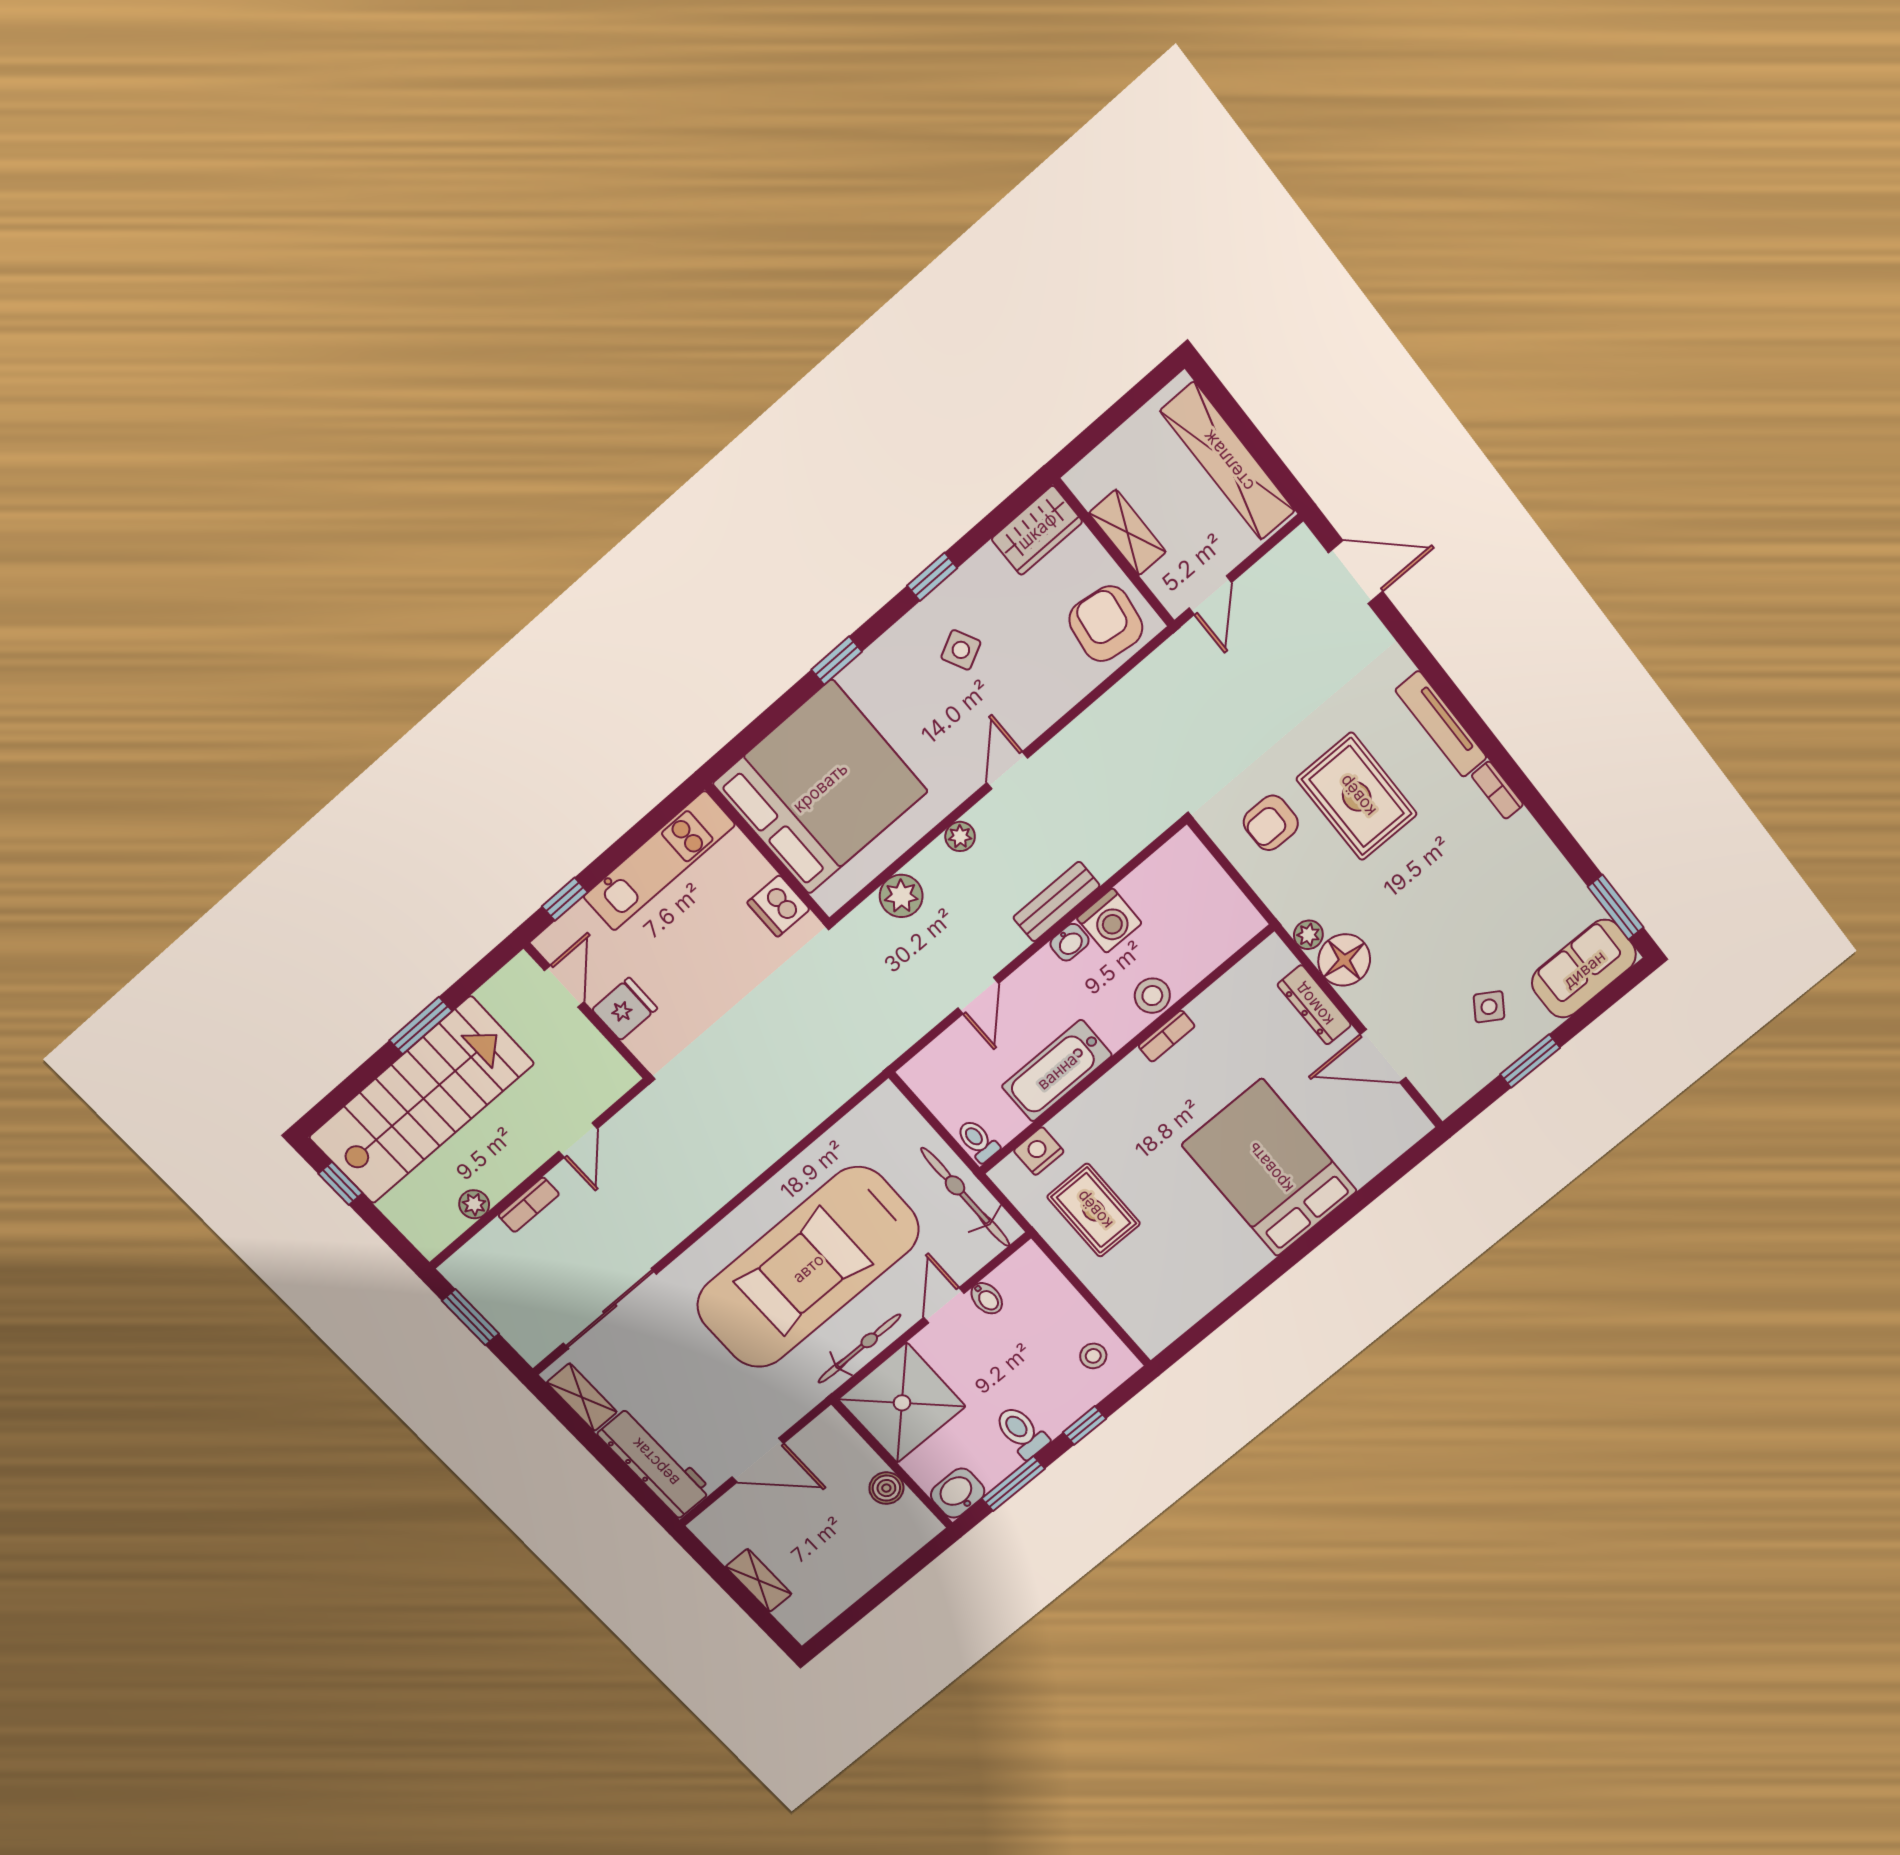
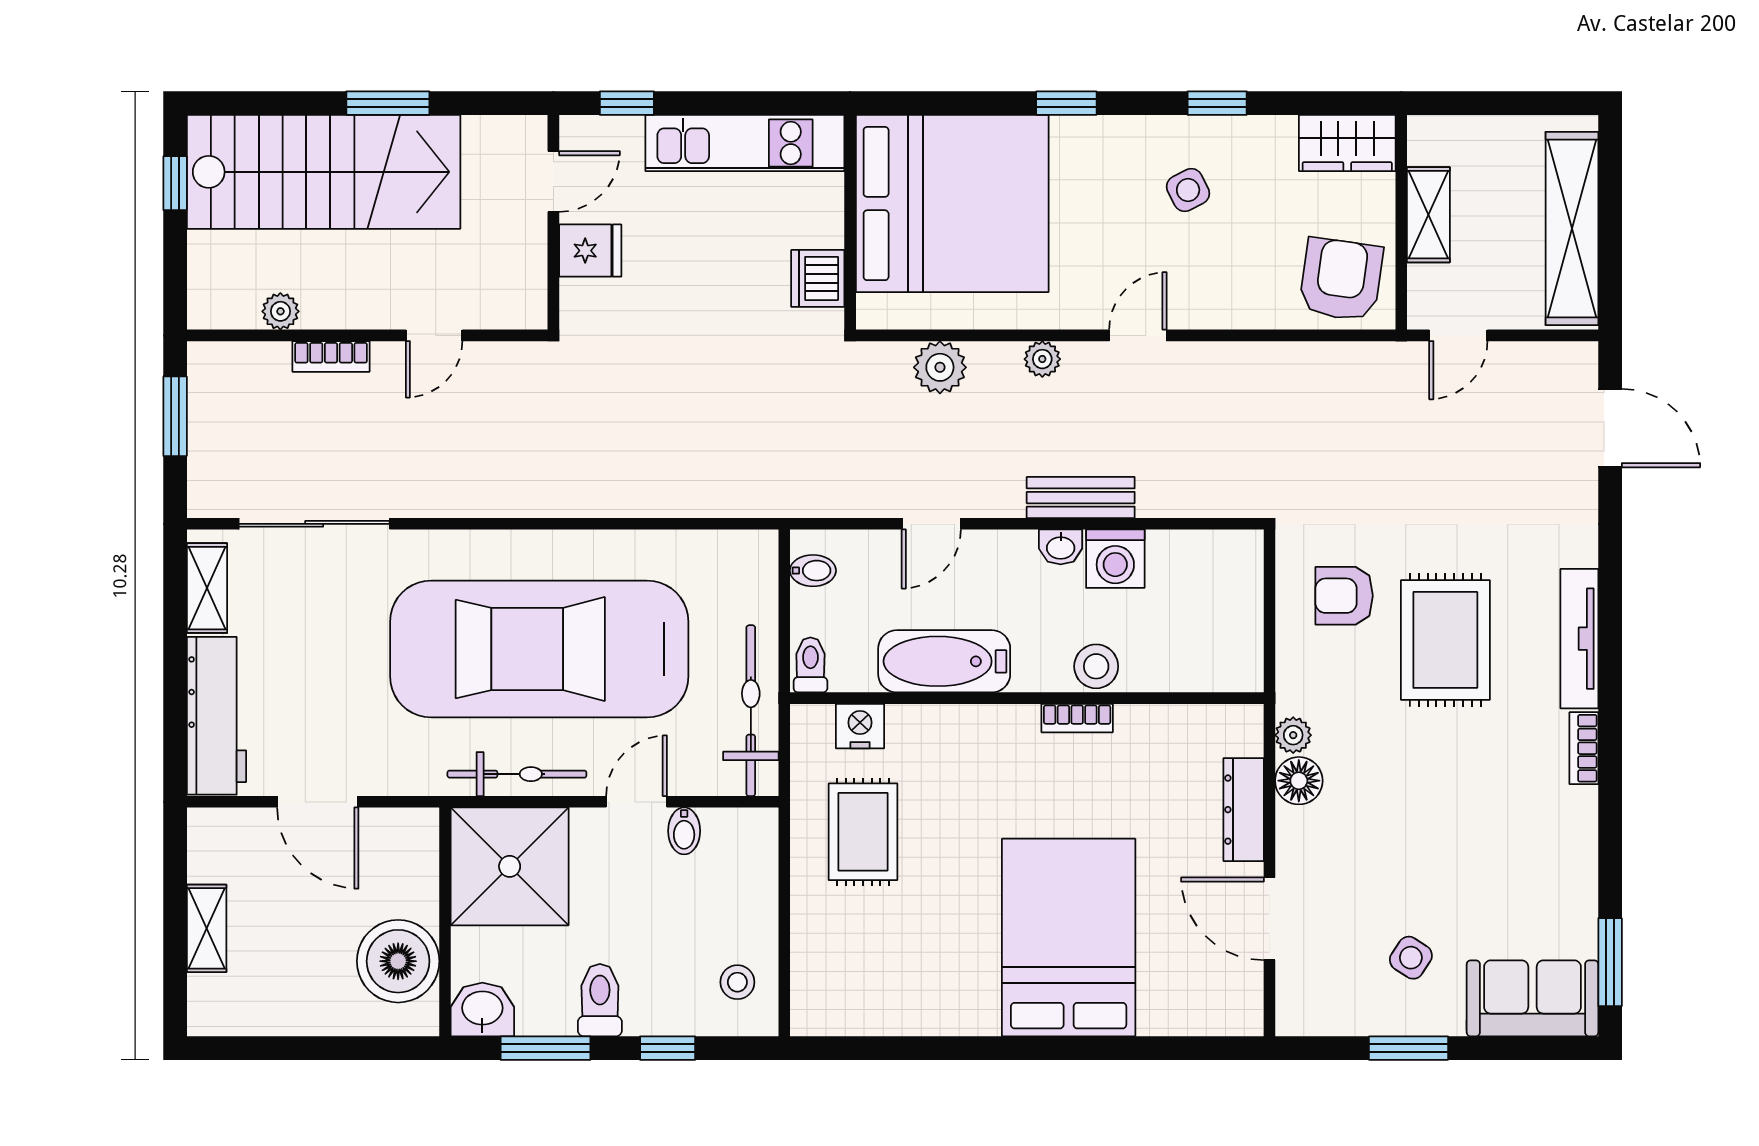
floor lamp: (1344, 960) -> (1299, 781), width x0.73, depth x0.73
bidet: (931, 1084) -> (813, 571), added
boiler: (886, 1488) -> (398, 961), width x1.86, depth x1.86

